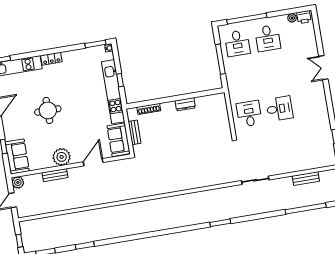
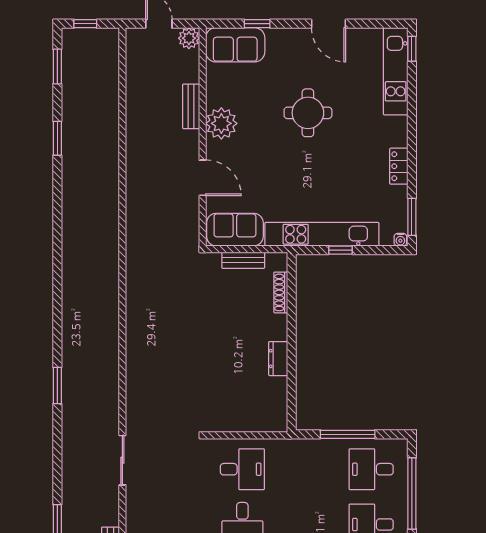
locker: (51, 59) -> (399, 166), moved

